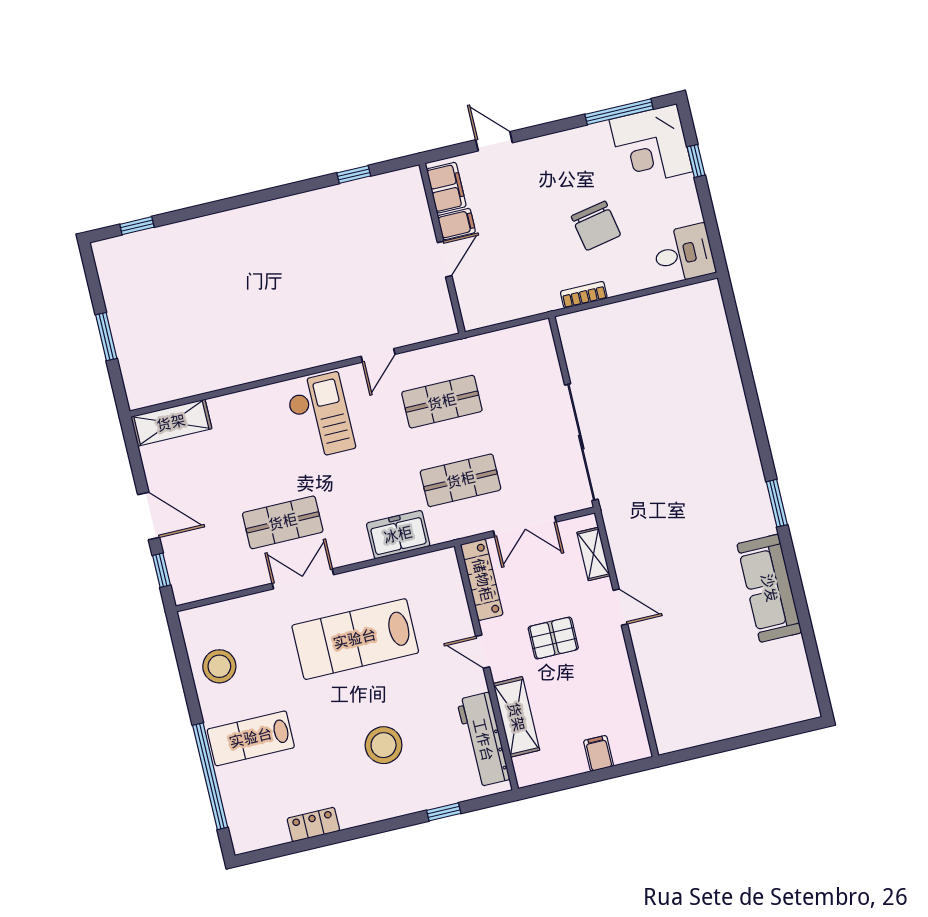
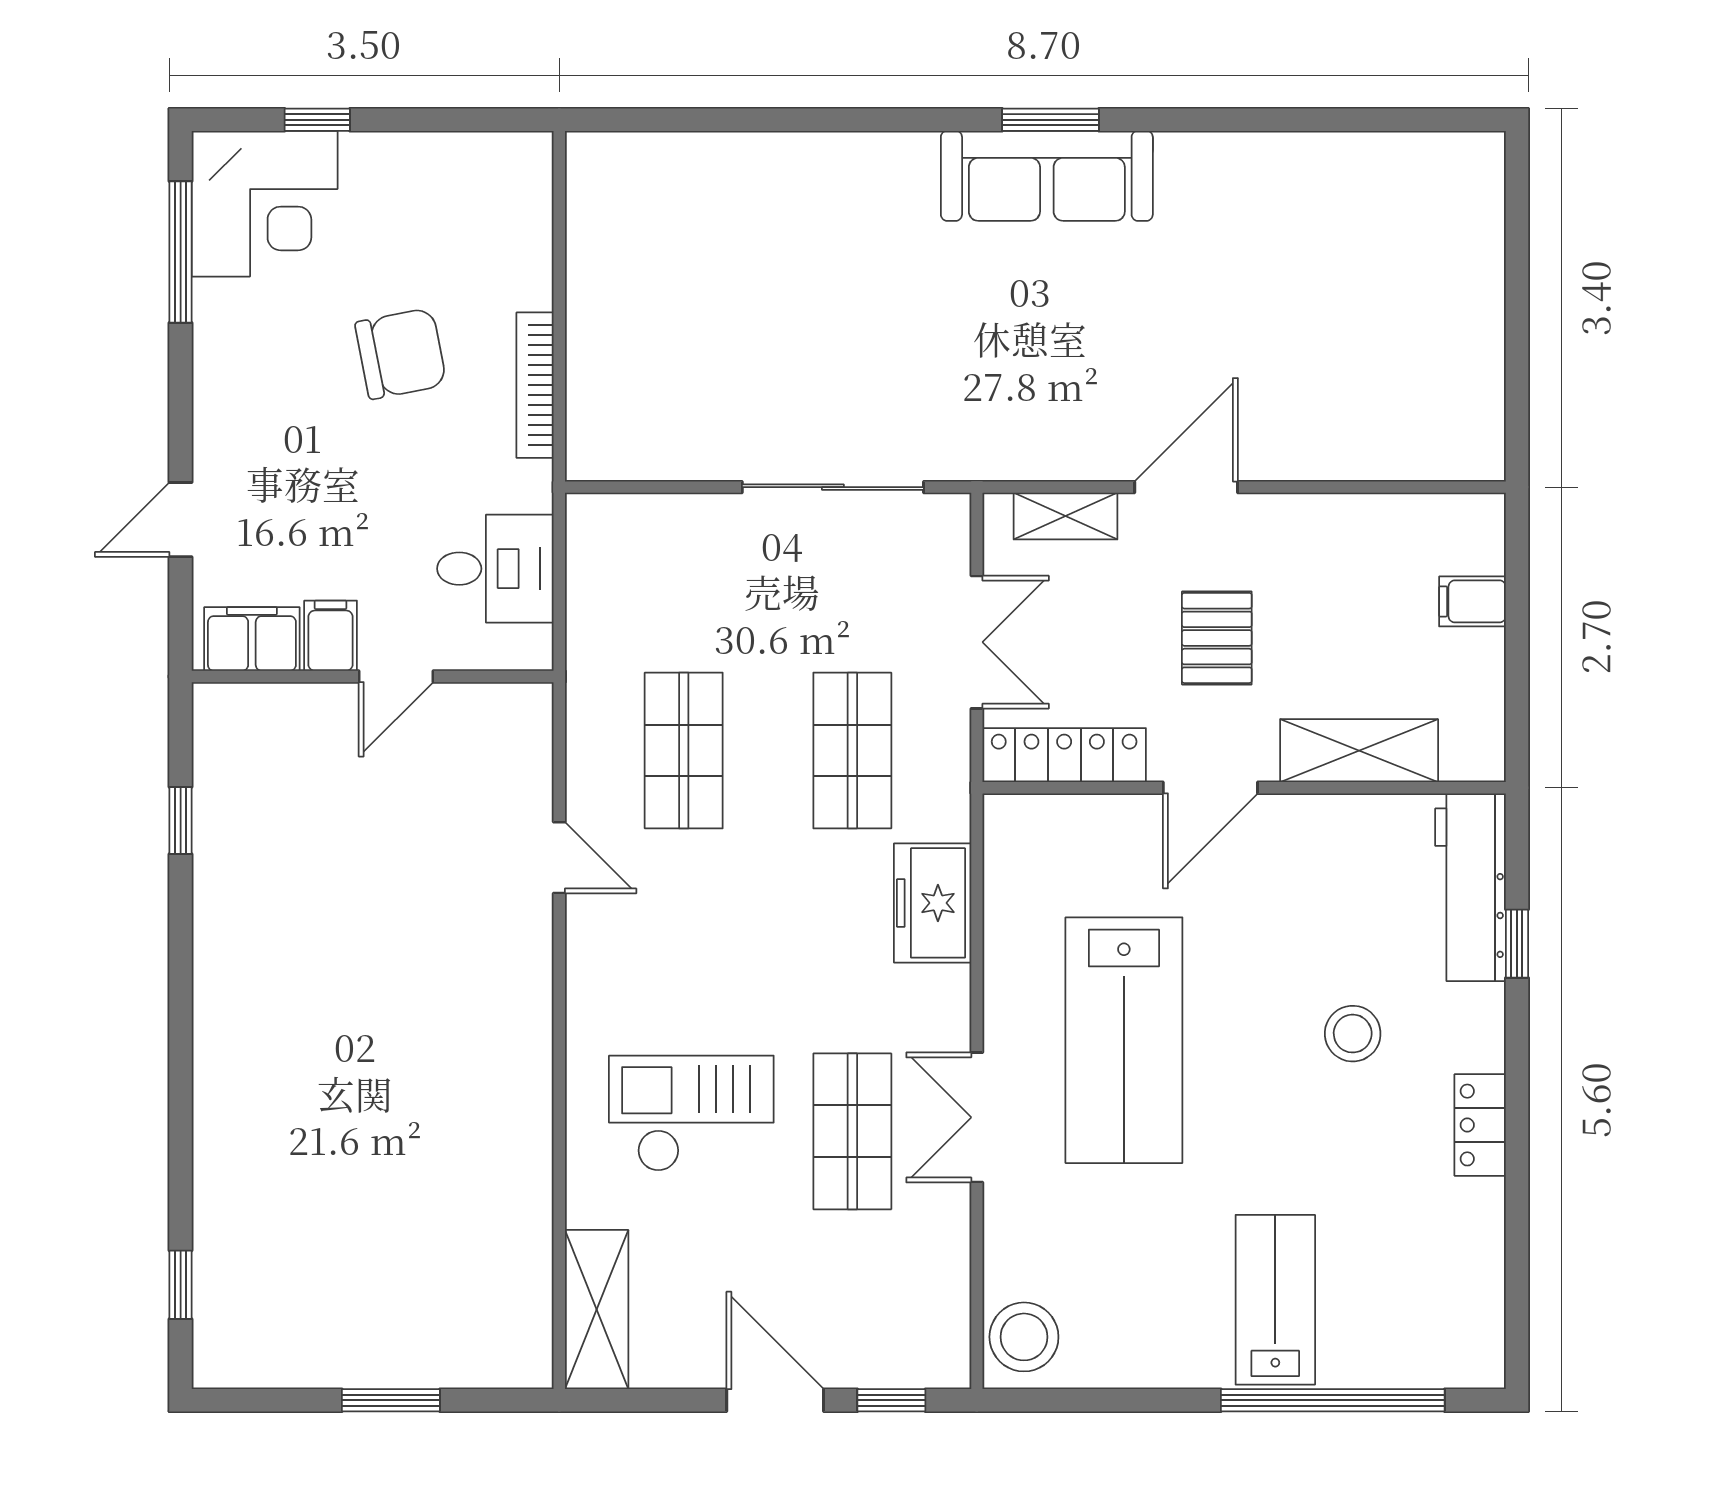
desk: (684, 254) -> (495, 569), moved, turned 90
door: (445, 259) -> (396, 676), swing flipped
bookcase: (584, 295) -> (535, 385), width x1.56
checkout: (320, 416) -> (691, 1113), moved
sliding door: (581, 442) -> (833, 487), width x0.73
door: (149, 516) -> (775, 1400), hinge flipped
sofa: (769, 588) -> (1047, 176), moved
door: (620, 607) -> (1186, 487), width x1.38
door: (483, 652) -> (1210, 788), width x1.38
stool: (219, 666) -> (1024, 1337), moved
lab bench: (251, 738) -> (1275, 1300), turned 180
workbench: (483, 740) -> (1470, 887), moved, turned 90
stool: (384, 745) -> (1353, 1034), width x0.73, depth x0.73
locker: (313, 825) -> (1480, 1125), moved

